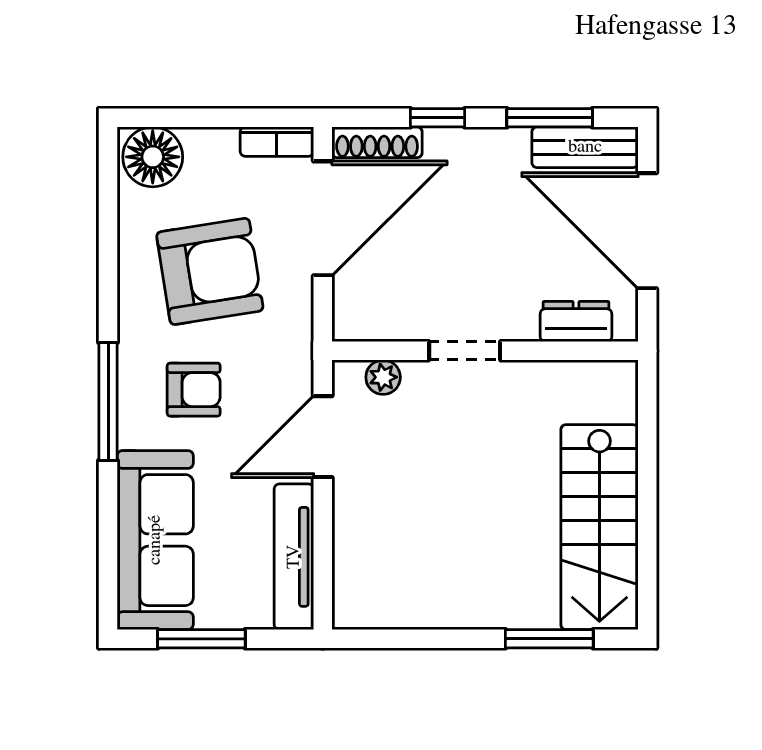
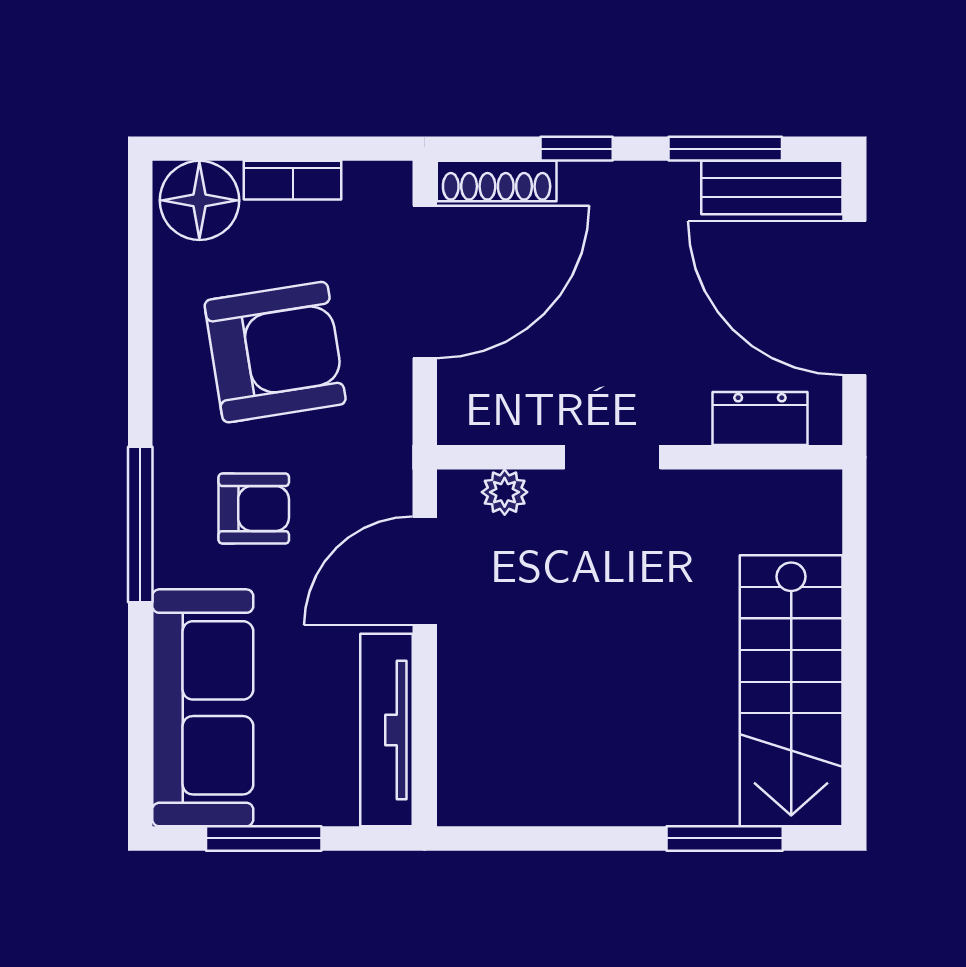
bookcase: (277, 142) -> (293, 180), moved

